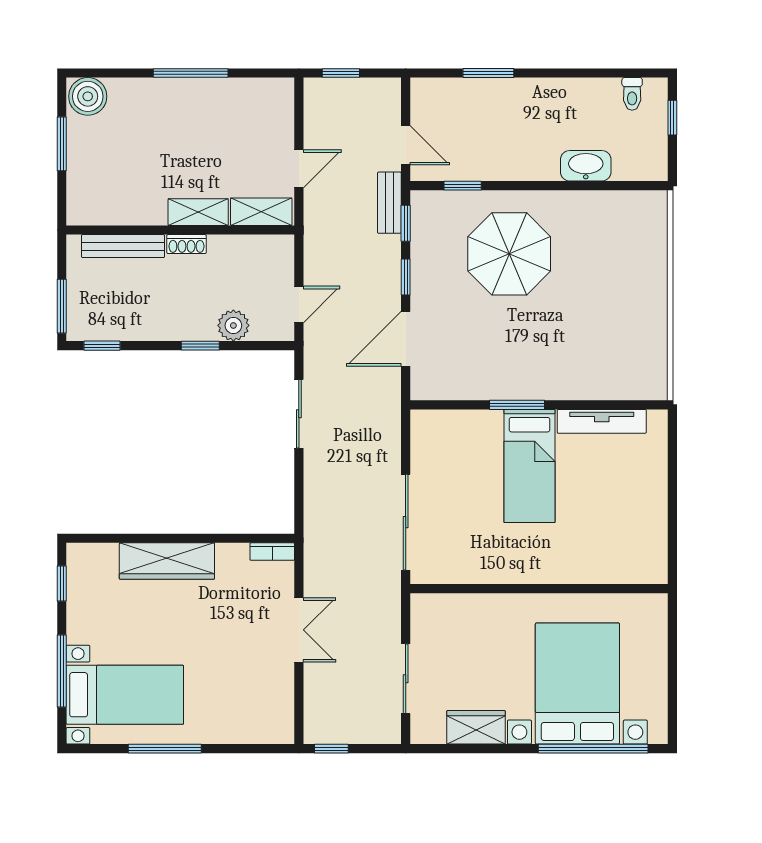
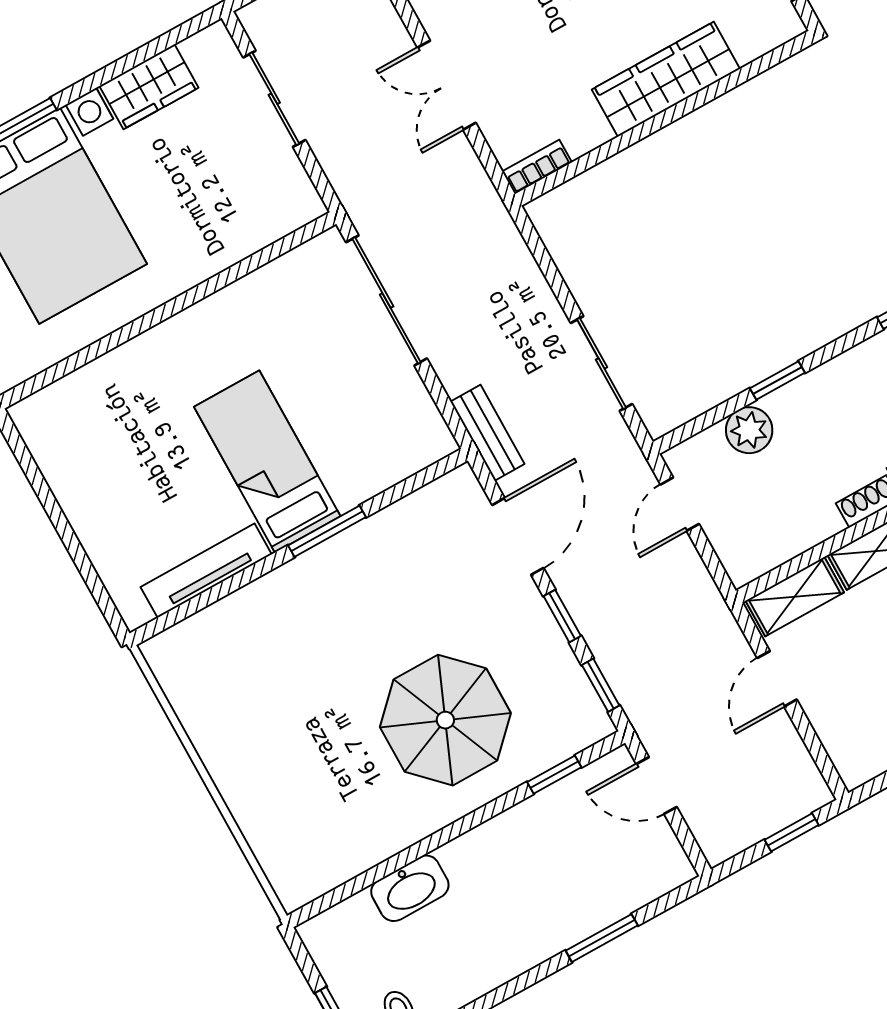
bench: (389, 203) -> (487, 433), moved

